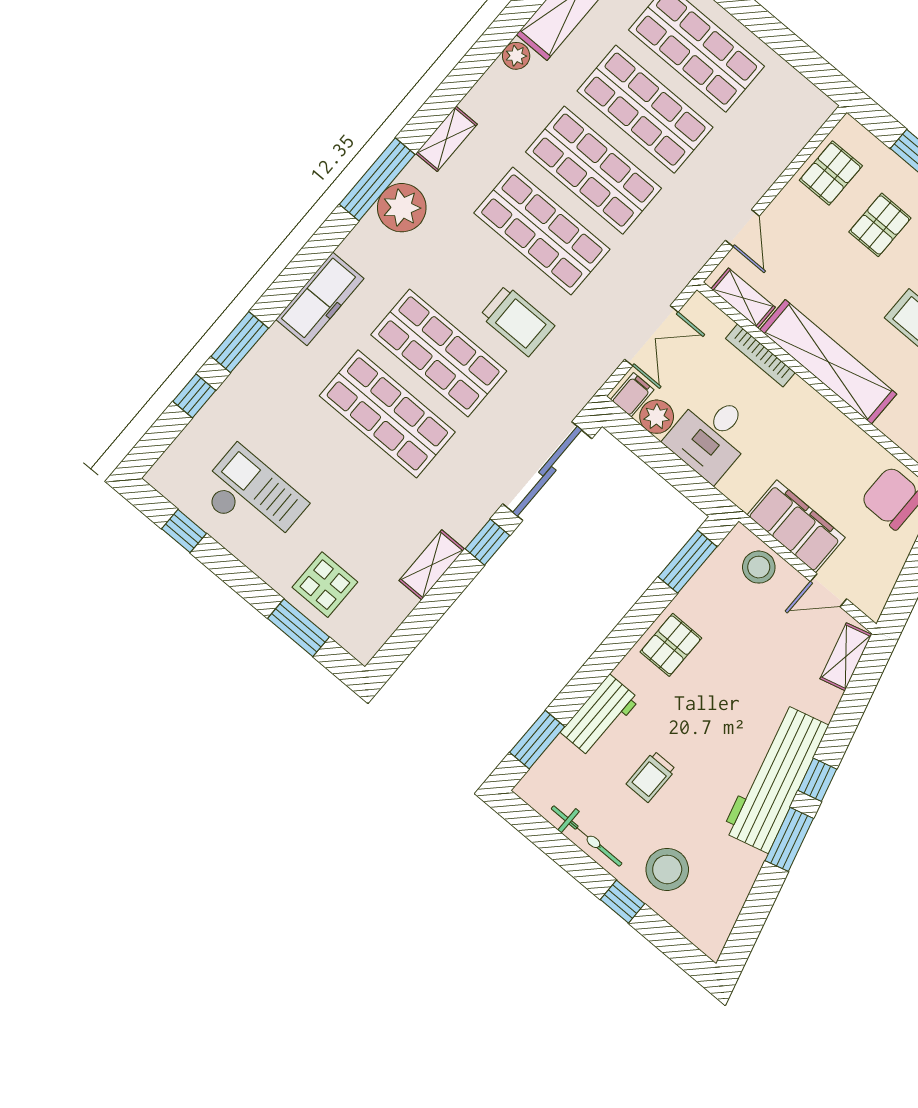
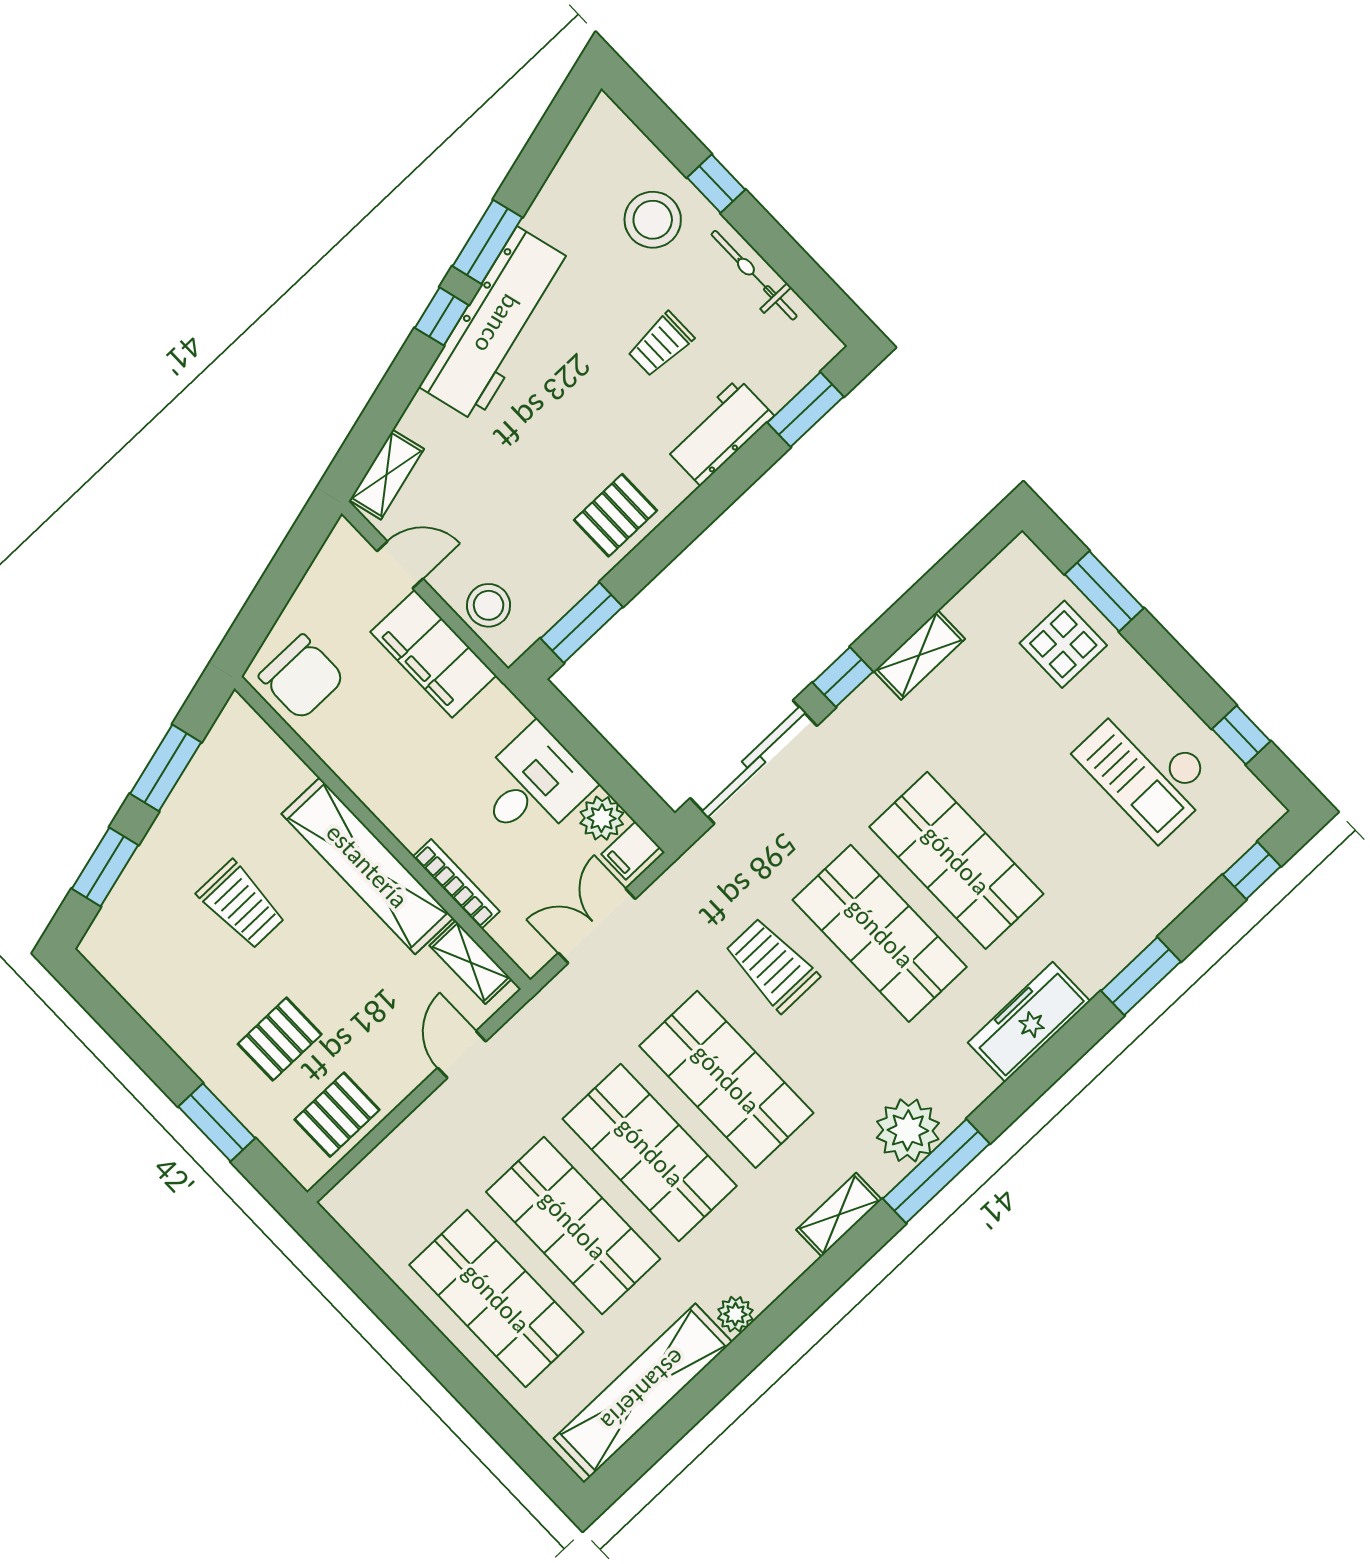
window: (194, 396) -> (1252, 871), moved
trolley: (651, 777) -> (661, 344), turned 180

